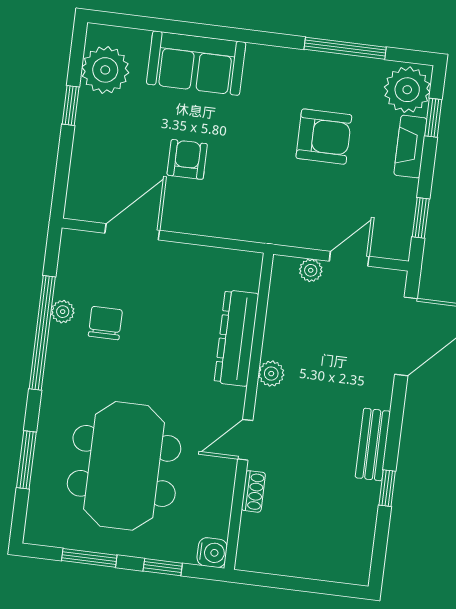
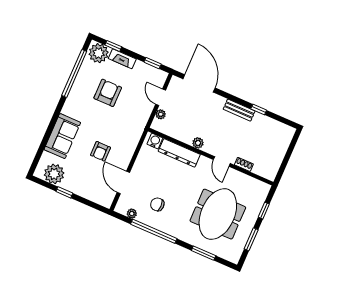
window: (345, 48) -> (74, 73), width x1.46
armchair: (187, 159) -> (101, 151), turned -90
plant: (63, 312) -> (132, 214), moved
meeting table: (124, 466) -> (218, 214), turned 90
water cooler: (212, 553) -> (155, 141), moved

